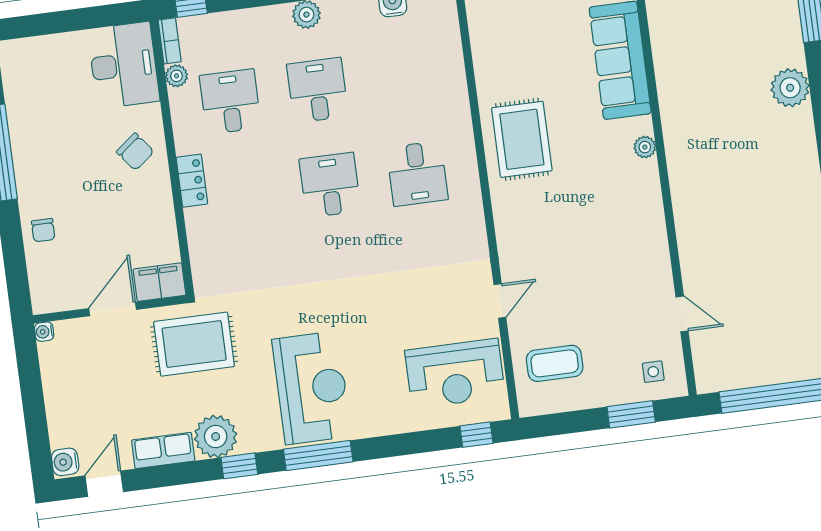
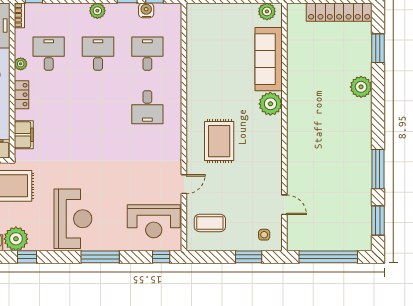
plant: (176, 76) -> (21, 64), moved
rug: (522, 139) -> (219, 141), moved
plant: (645, 147) -> (270, 104), width x1.88, depth x1.88
desk: (330, 185) -> (147, 54), moved
filing cabinet: (205, 251) -> (24, 135), added
window: (318, 456) -> (100, 257), moved

